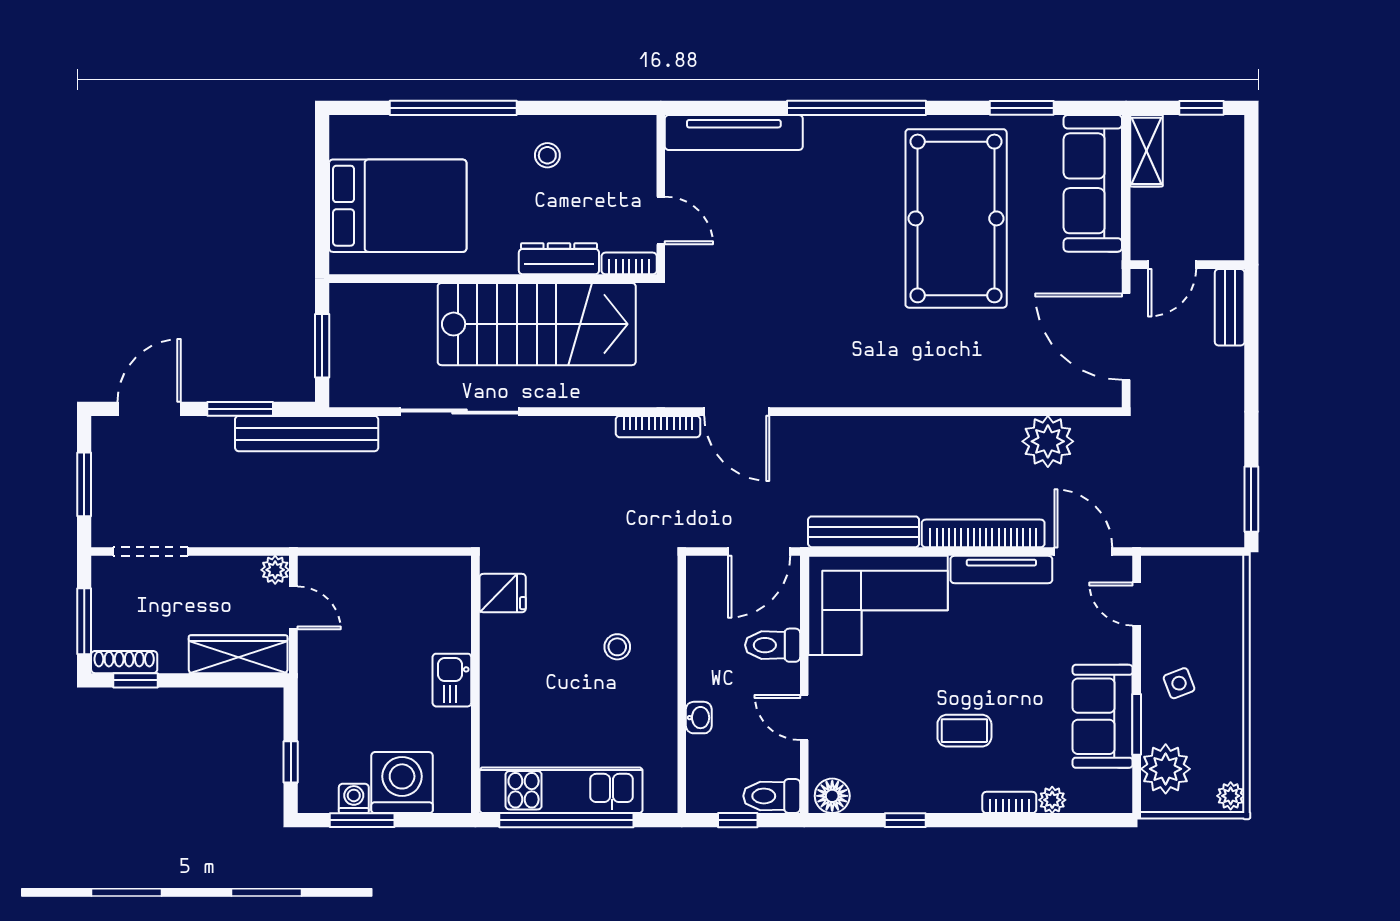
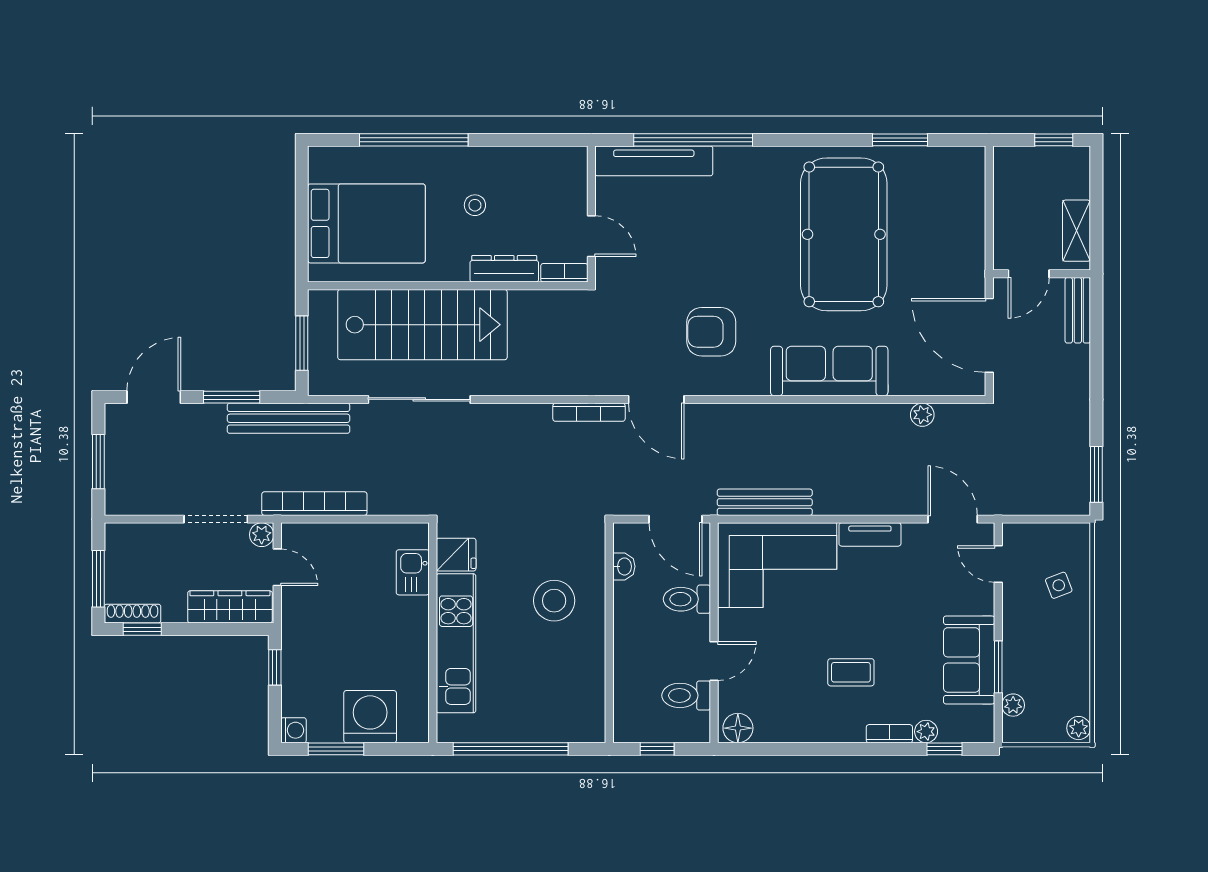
window: (856, 108) -> (693, 140), moved
shelving: (1146, 151) -> (1077, 231), moved
stool: (547, 155) -> (475, 205), moved
sofa: (1093, 183) -> (829, 371), moved, turned 90
stairs: (537, 324) -> (422, 325), moved
armchair: (801, 332) -> (711, 332), added
plant: (1048, 441) -> (922, 415), width x0.53, depth x0.53
bookcase: (983, 533) -> (314, 504), moved
doorway: (151, 552) -> (216, 519), moved
door: (759, 552) -> (676, 519), hinge flipped
tv unit: (1001, 569) -> (870, 534), width x0.71
stool: (617, 647) -> (554, 601), width x1.89, depth x1.89
kitchen sink: (452, 680) -> (413, 572), moved
side table: (1179, 683) -> (1059, 585), moved
washbasin: (699, 718) -> (624, 566), moved
door: (804, 718) -> (714, 661), swing flipped
window: (291, 762) -> (275, 667), moved
plant: (1166, 769) -> (1013, 705), width x0.53, depth x0.53
kitchen unit: (561, 790) -> (456, 643), moved, turned 90
toilet: (772, 796) -> (686, 695), moved
washing machine: (354, 798) -> (293, 730), moved, turned 90
window: (905, 820) -> (944, 749), moved

